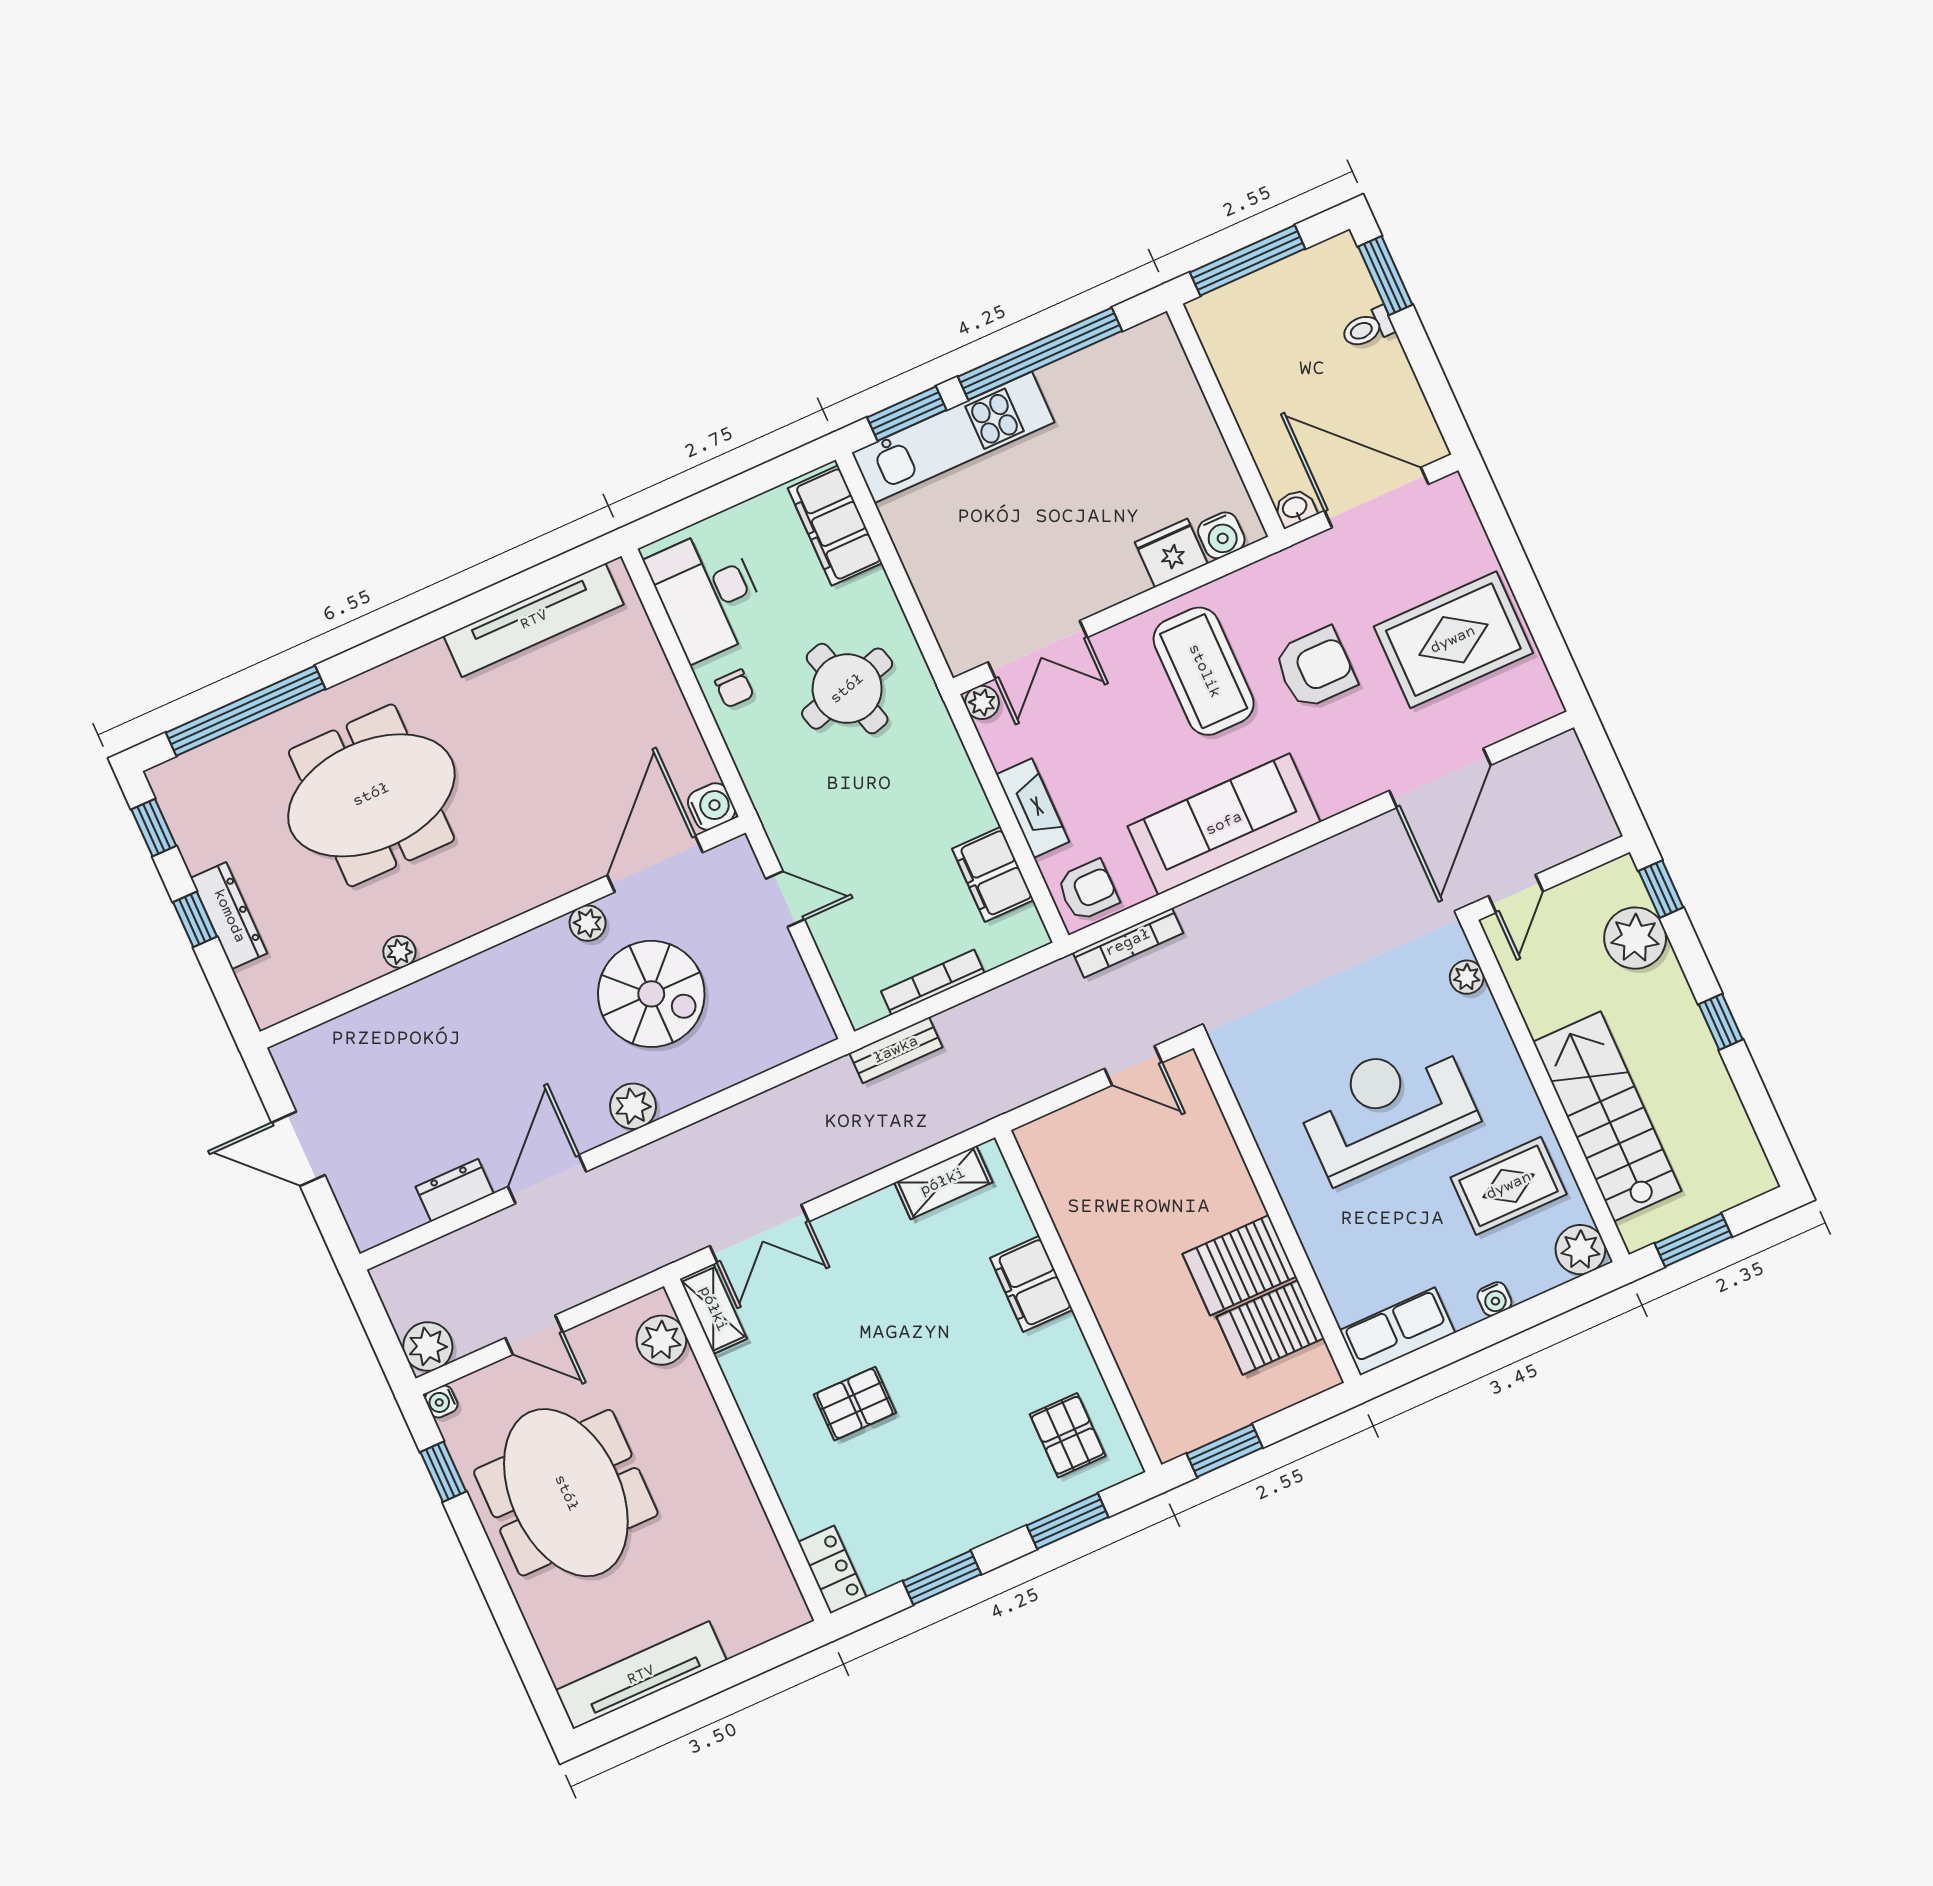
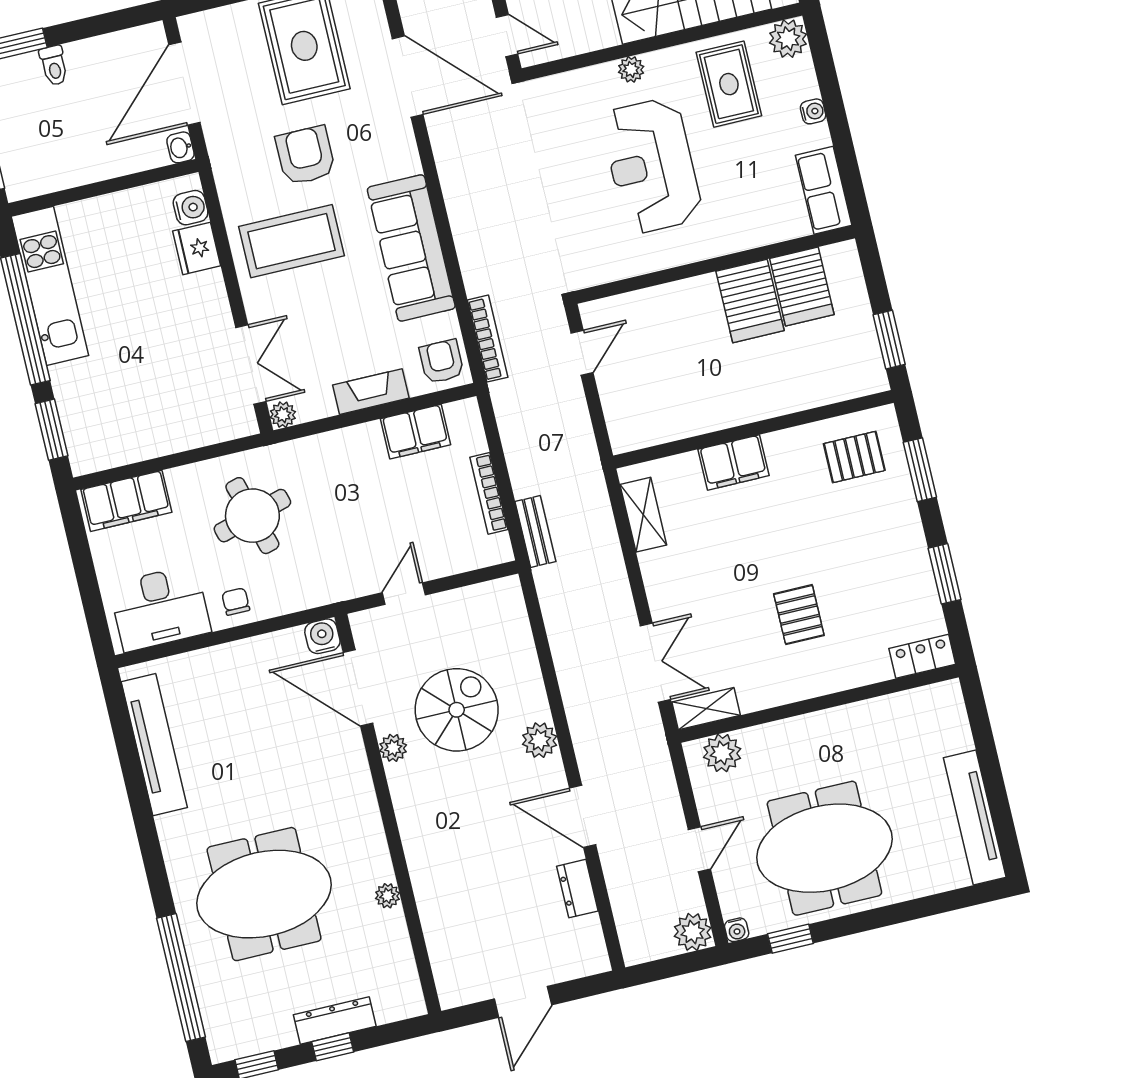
kitchen unit: (953, 437) -> (50, 286), moved
chair: (734, 688) -> (236, 602), turned -90
meeting table: (371, 795) -> (264, 894), turned 90
plant: (1467, 977) -> (631, 69), moved

